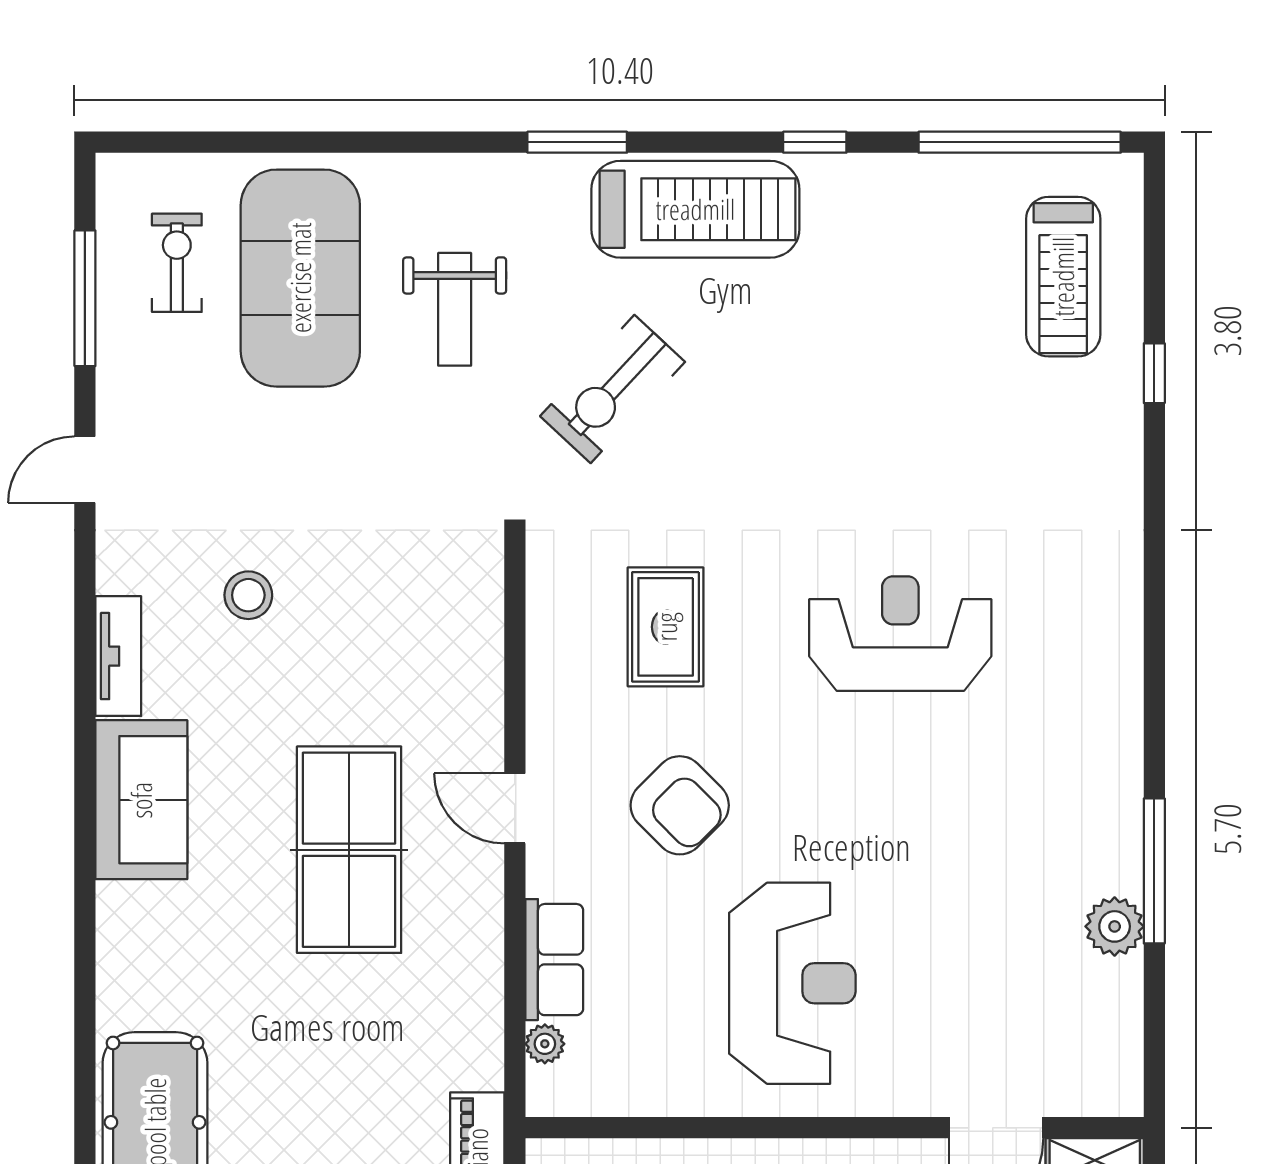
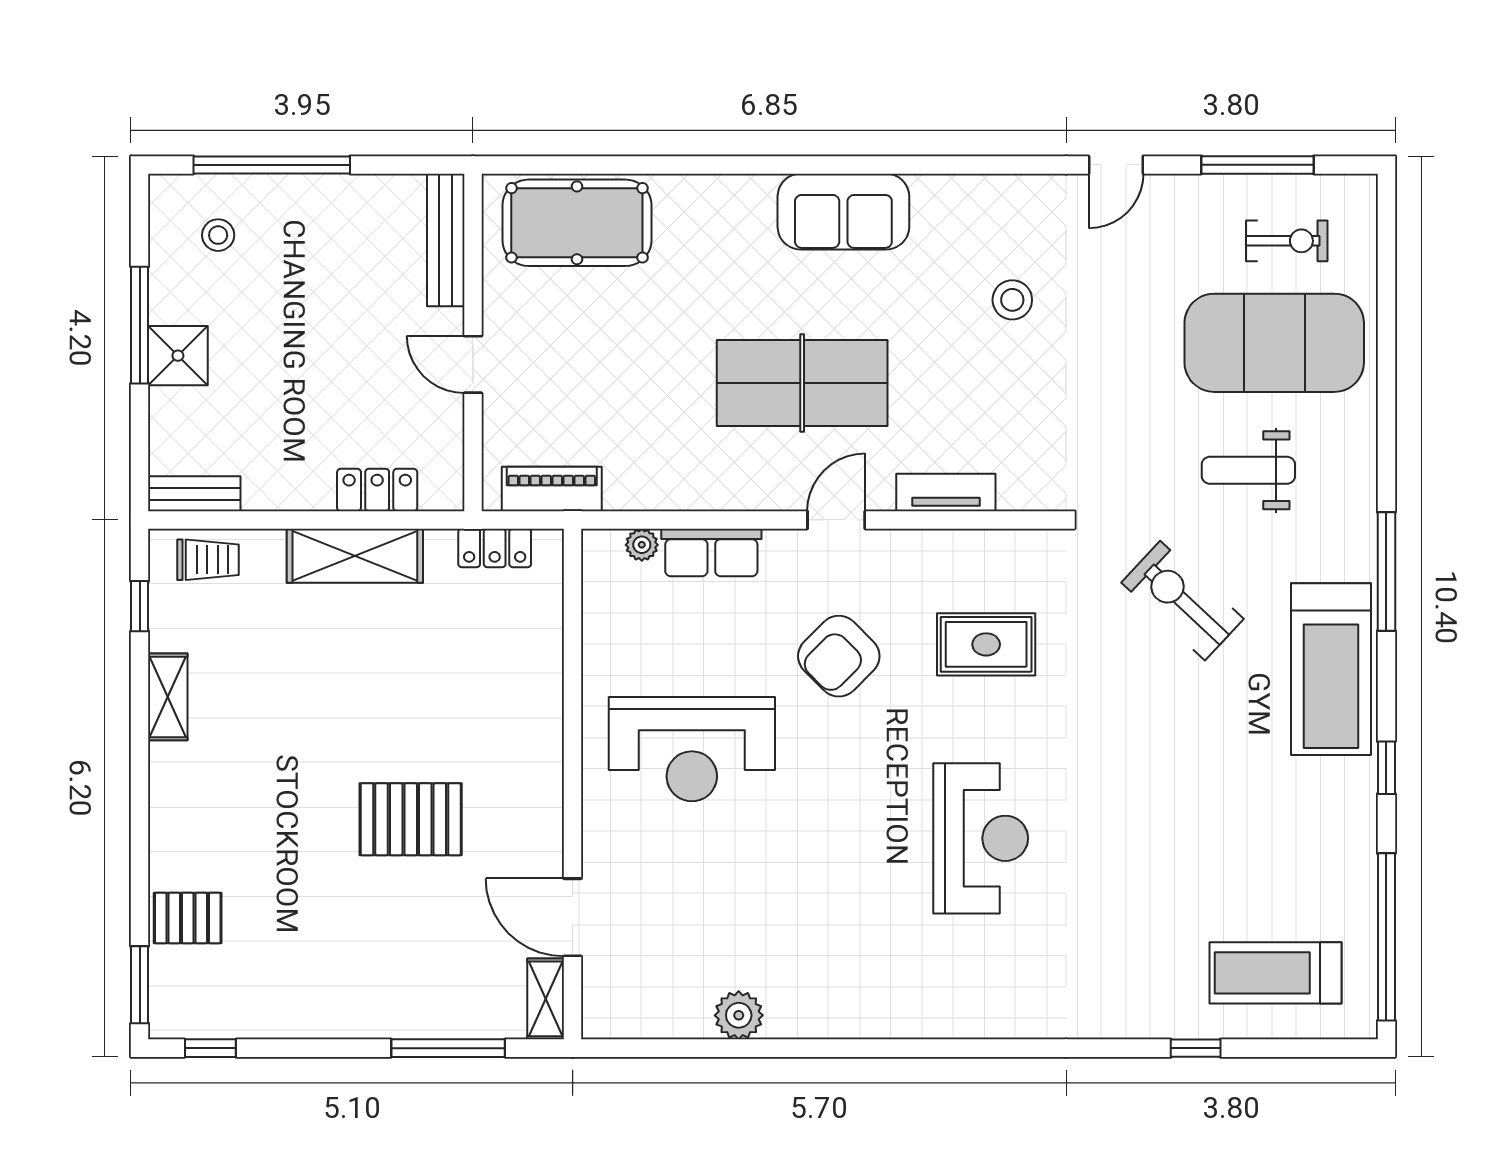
window: (577, 142) -> (1386, 571), width x1.44
door: (85, 470) -> (1116, 165), swing flipped
tv unit: (118, 656) -> (946, 492), moved, turned 180
window: (1154, 871) -> (785, 1048), removed

